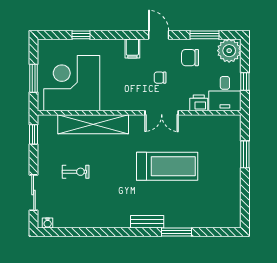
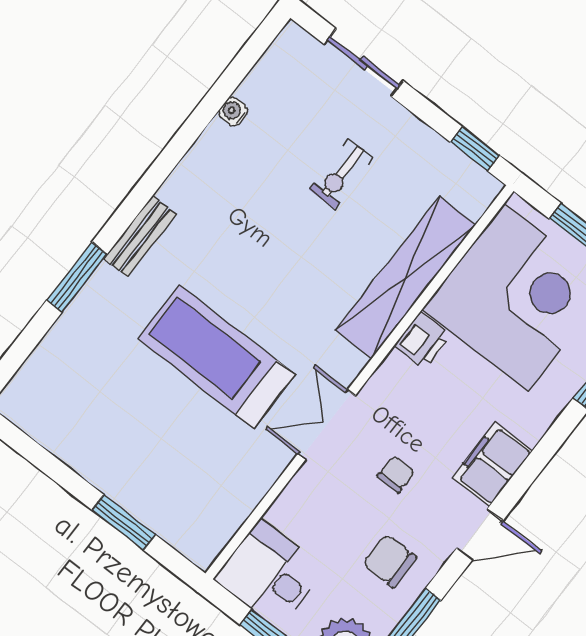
filing cabinet: (132, 48) -> (492, 464), width x2.00
chair: (190, 58) -> (390, 561), turned -90
printer: (199, 103) -> (422, 341), moved
treadmill: (167, 166) -> (216, 357), turned 90
water cooler: (48, 223) -> (233, 112), moved

